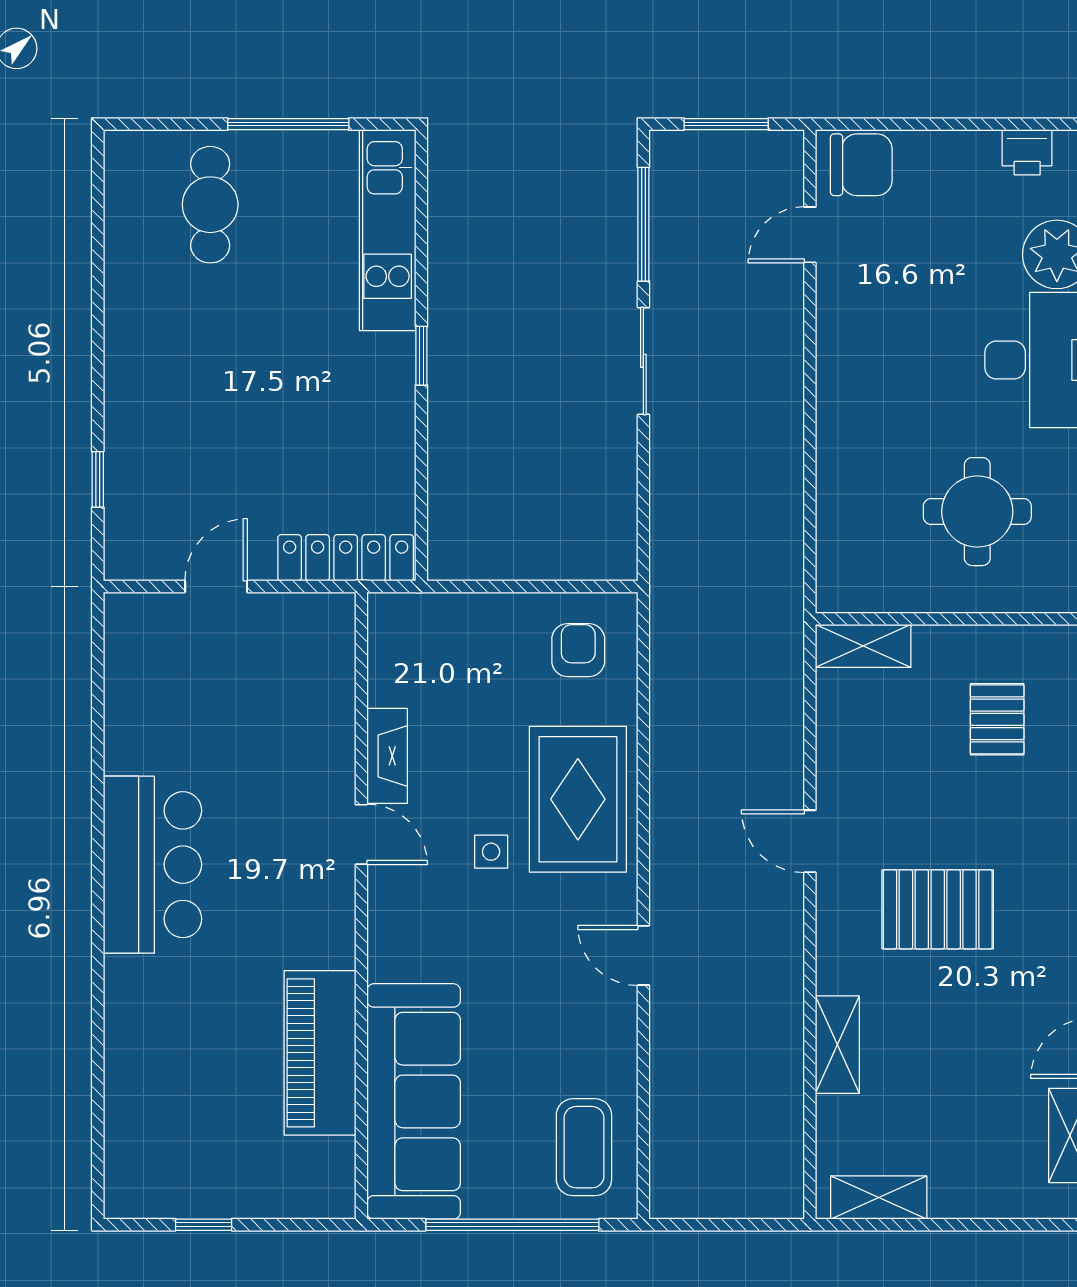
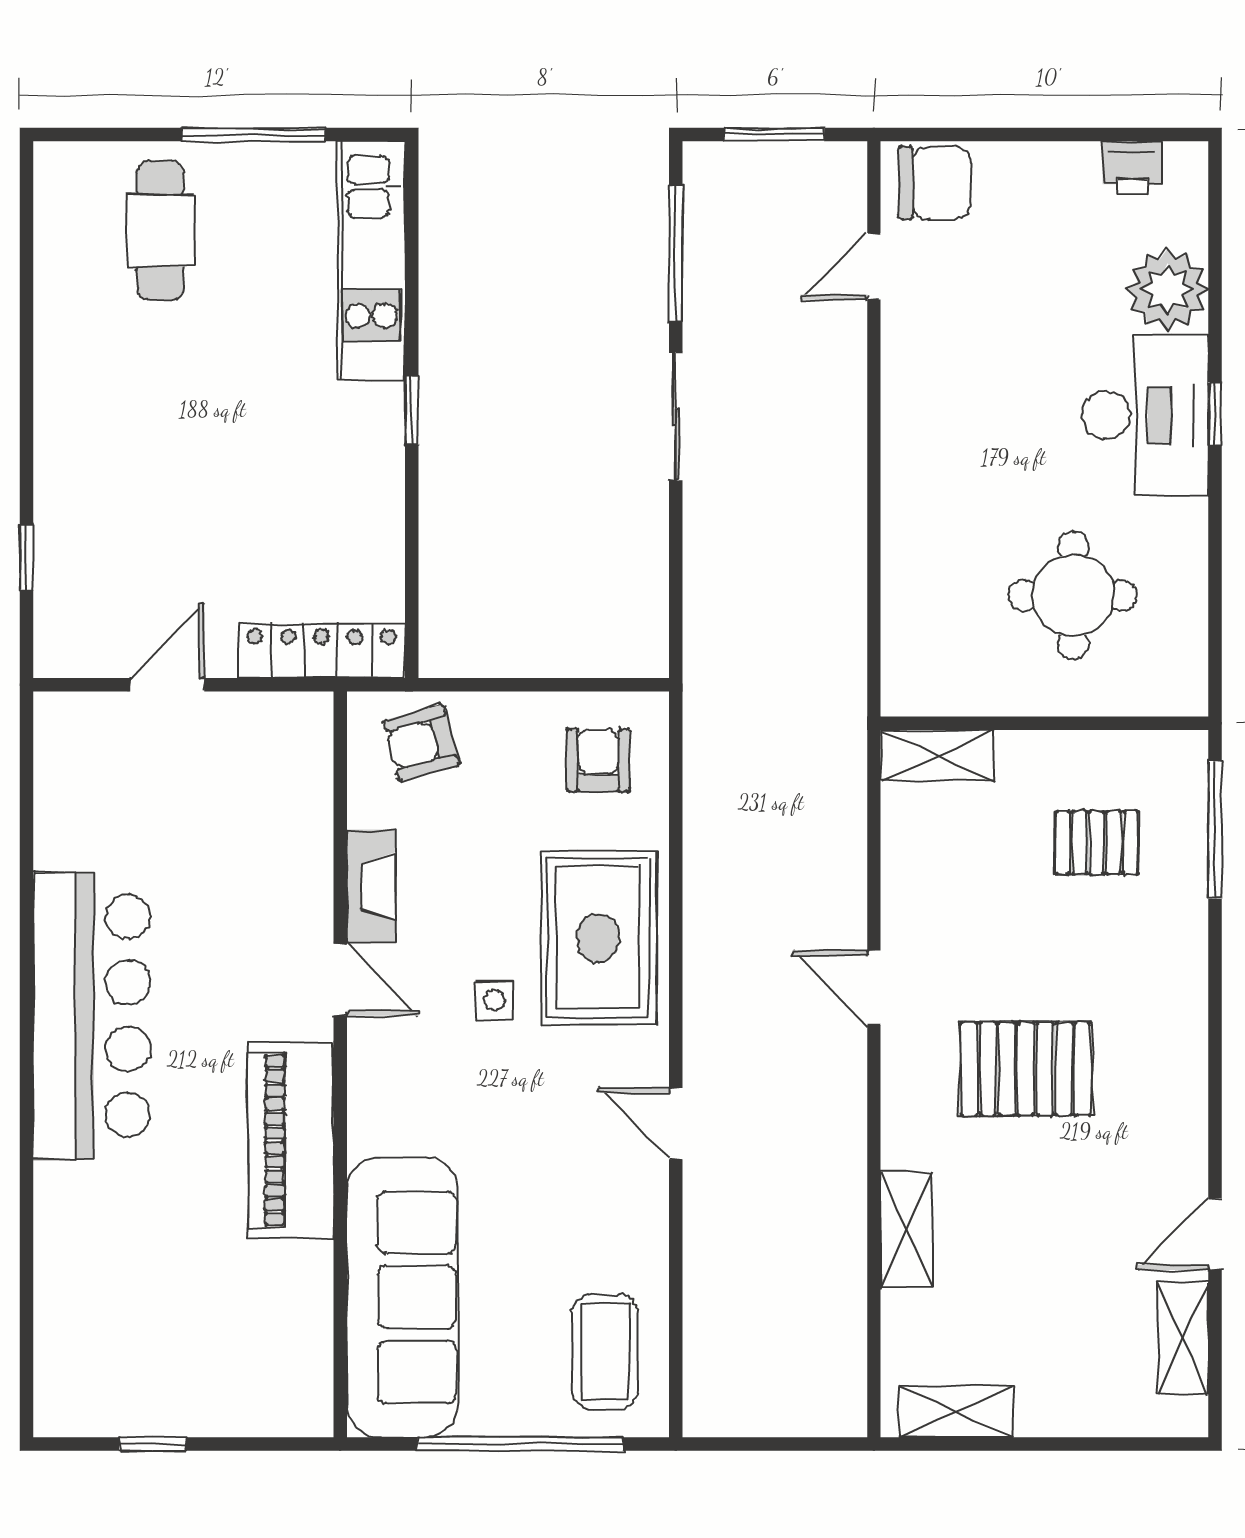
armchair: (430, 635) -> (421, 743), added
pallet: (997, 719) -> (1097, 843), turned 90
bar counter: (152, 865) -> (92, 1016), width x1.36
piano: (320, 1053) -> (291, 1140), moved

